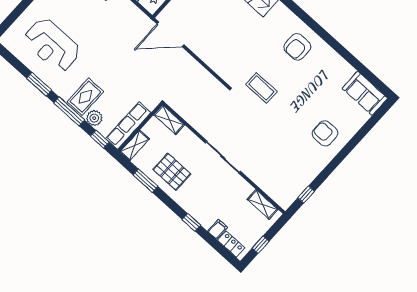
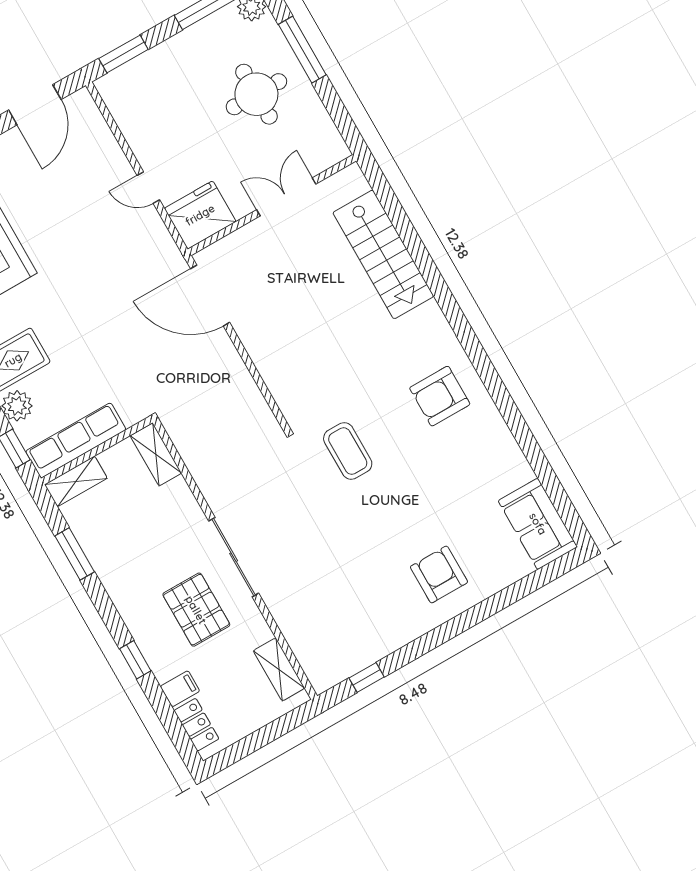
pallet: (172, 172) -> (196, 610), moved
window: (261, 245) -> (251, 744), removed

